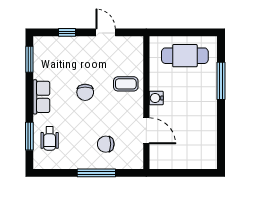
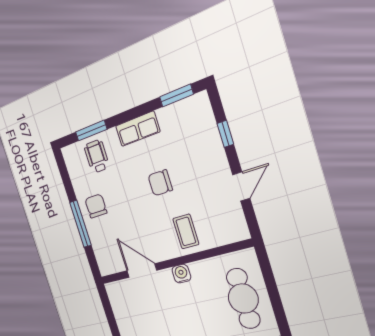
door: (146, 131) -> (142, 271), swing flipped
wheelchair: (50, 138) -> (97, 156), turned 90
chair: (106, 144) -> (96, 206), moved

